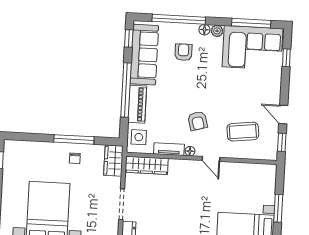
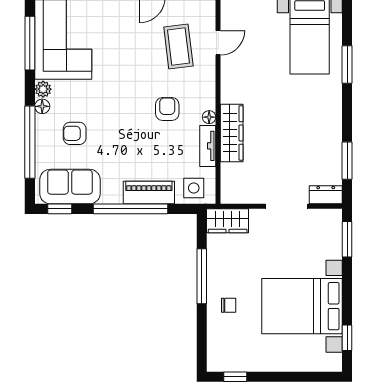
sofa: (144, 55) -> (70, 187), width x0.73
armchair: (198, 121) -> (167, 109), turned -74
chair: (75, 158) -> (229, 305), moved
door: (211, 159) -> (218, 43), moved
wardrobe: (147, 165) -> (232, 133), moved

